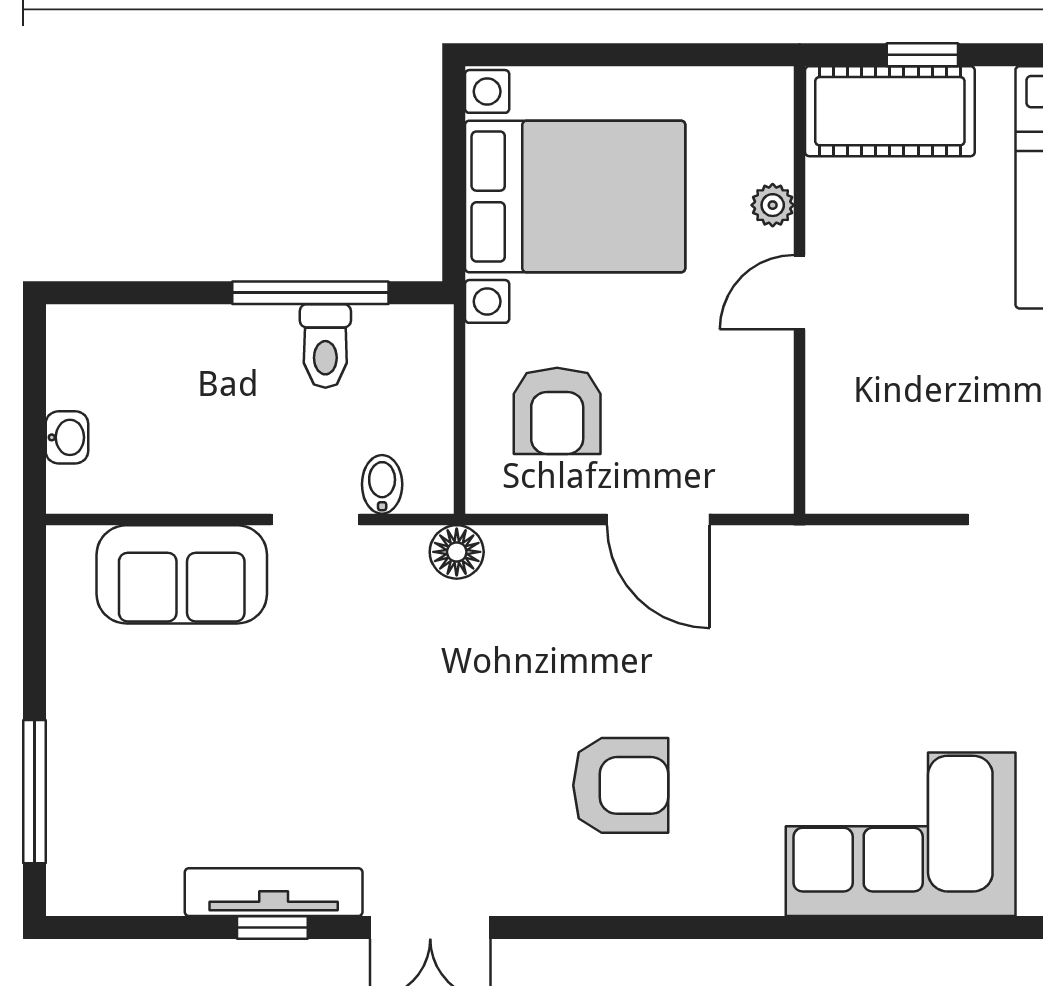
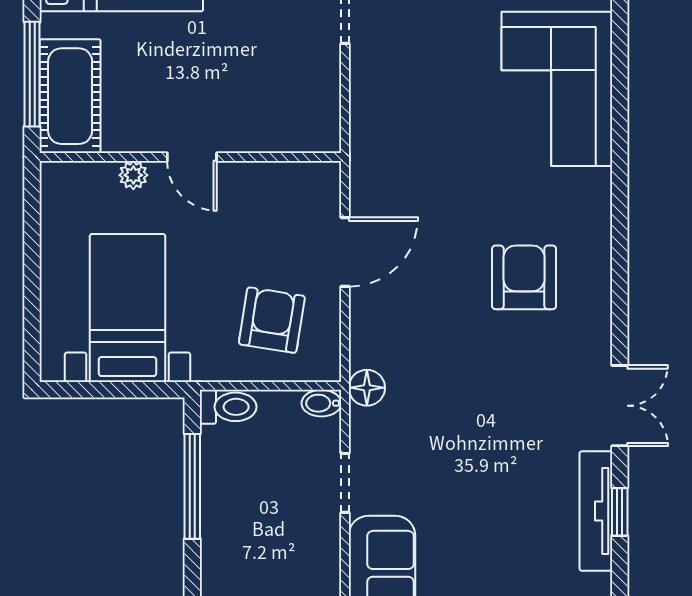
window: (922, 55) -> (32, 74), width x2.17
bed with nightstands: (575, 196) -> (127, 308), width x0.73
toilet: (325, 346) -> (228, 407), moved
armchair: (557, 411) -> (272, 320), turned -81
bidet: (382, 484) -> (321, 403), moved

